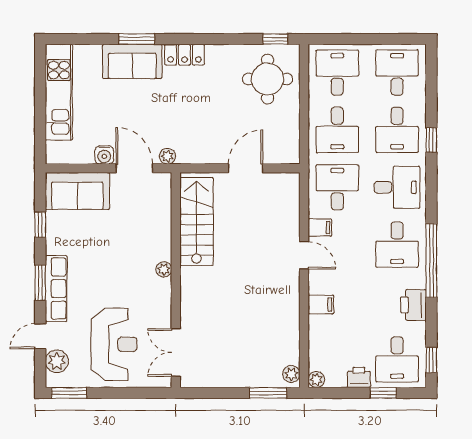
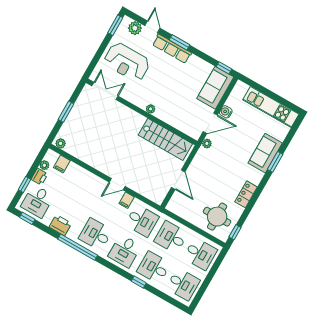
locker: (184, 55) -> (246, 194), moved
window: (40, 225) -> (224, 68), moved
filing cabinet: (321, 304) -> (62, 164), moved
desk: (397, 359) -> (37, 201), turned -90
plant: (316, 380) -> (44, 165), moved
window: (268, 393) -> (66, 112), moved

